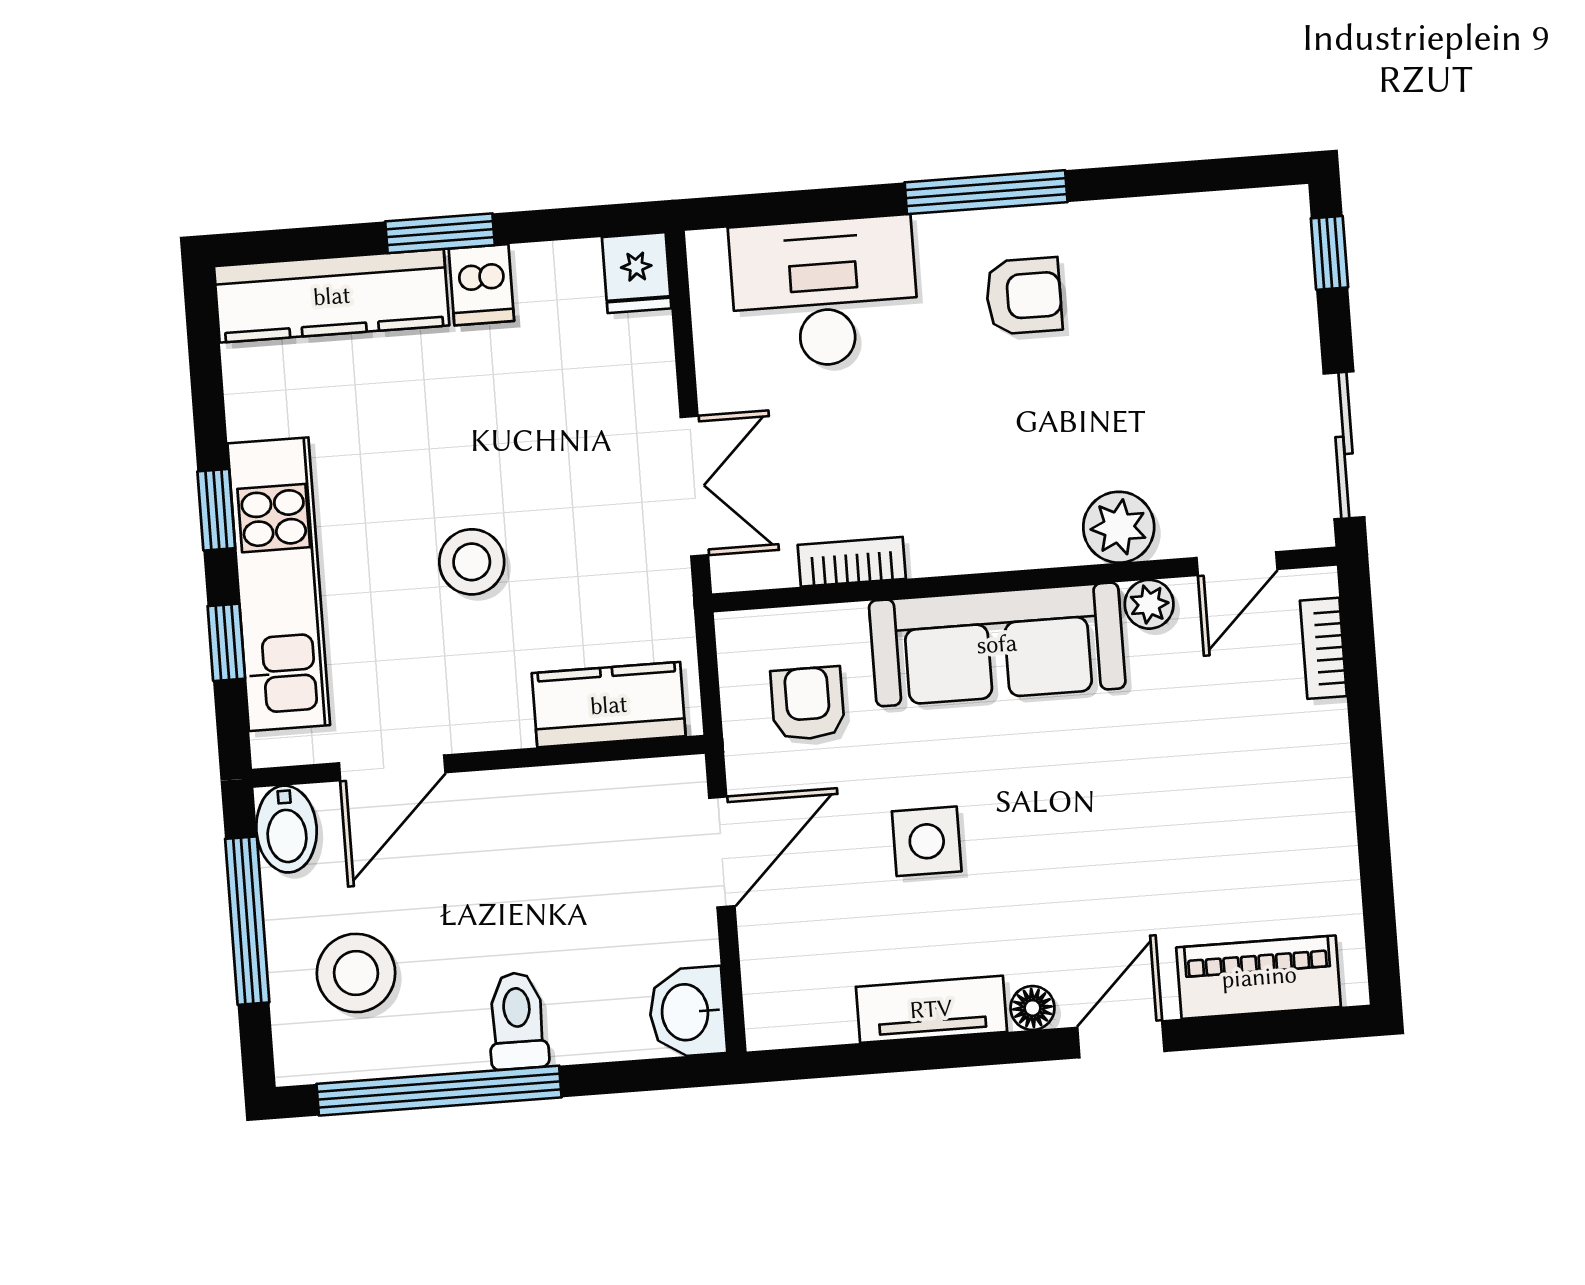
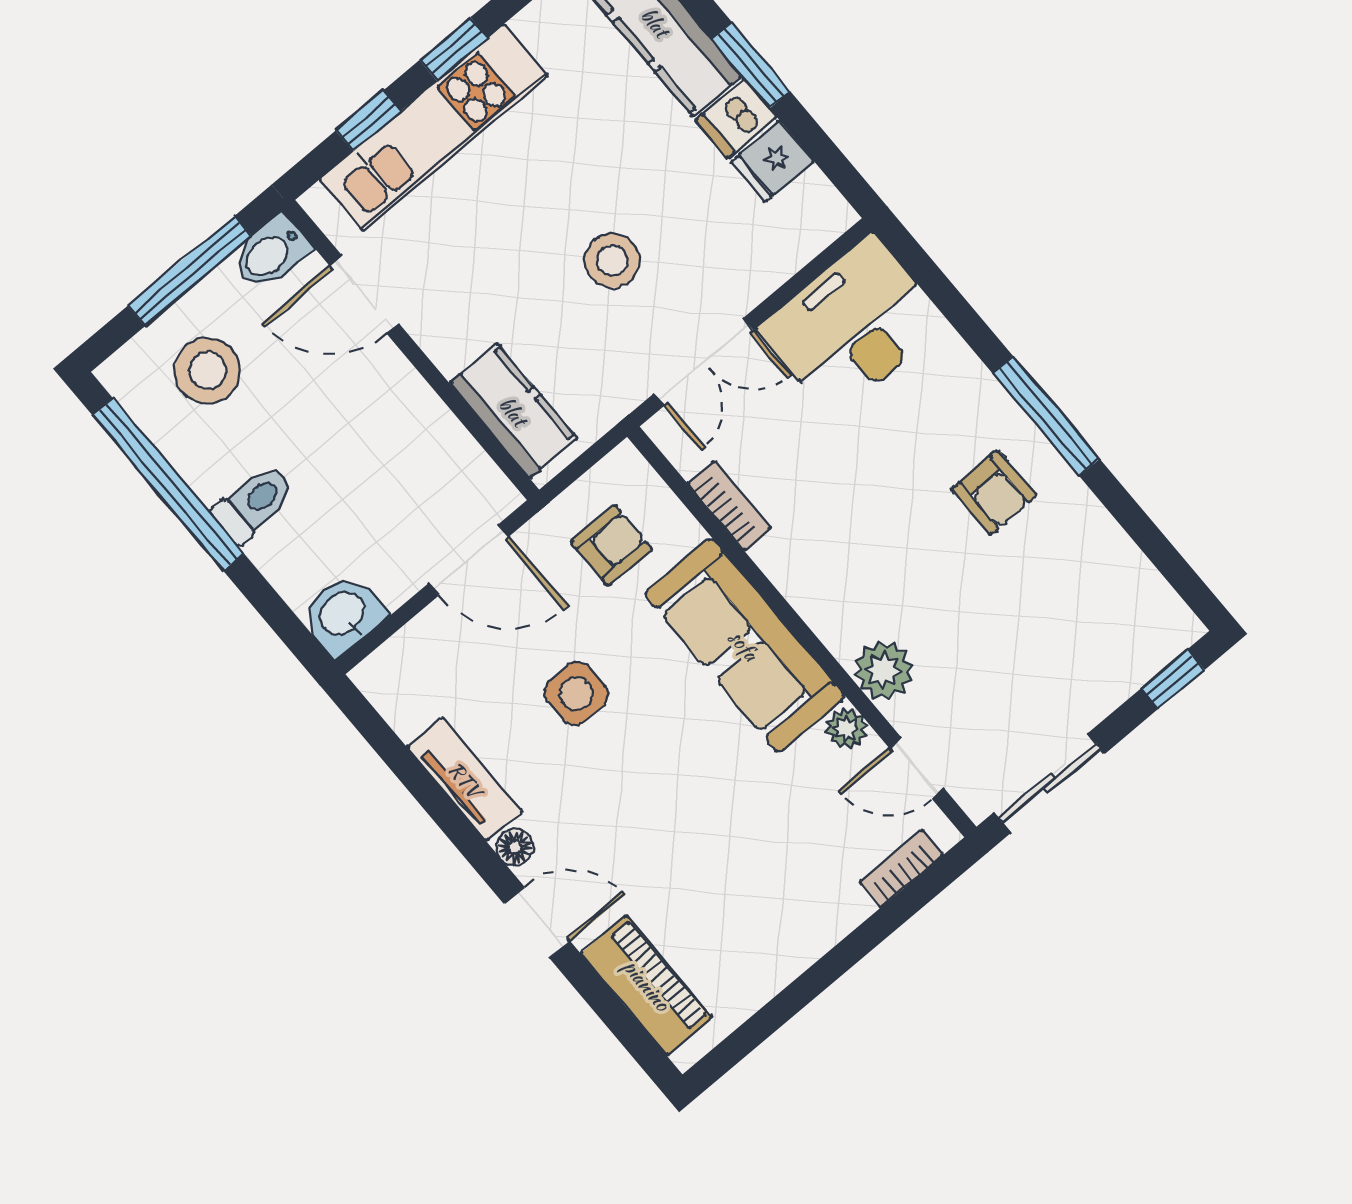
fridge: (637, 273) -> (772, 161), moved
desk: (824, 293) -> (852, 326), moved, turned -90
stool: (472, 562) -> (612, 261), moved

